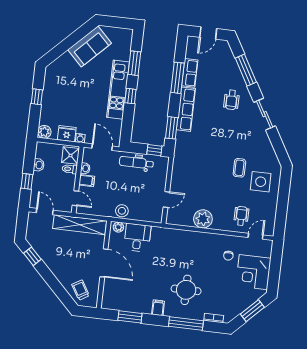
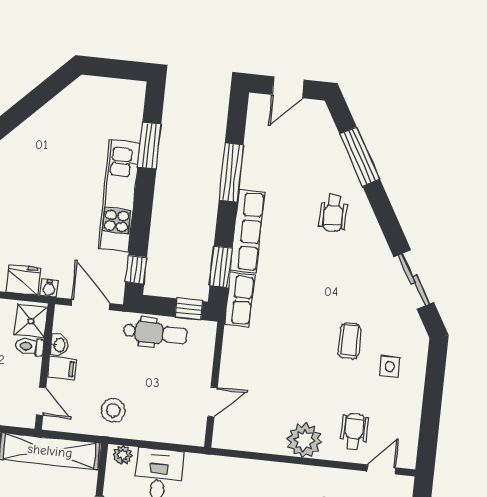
sofa: (90, 46) -> (65, 115), removed
row of seats: (190, 73) -> (239, 300), moved
window: (130, 96) -> (136, 269), moved
sliding door: (265, 114) -> (414, 280), moved
dental chair: (136, 163) -> (155, 333), turned 180
side table: (261, 182) -> (390, 367), width x0.54, depth x0.54
stool: (122, 211) -> (113, 410), moved
plant: (203, 219) -> (304, 440), moved

